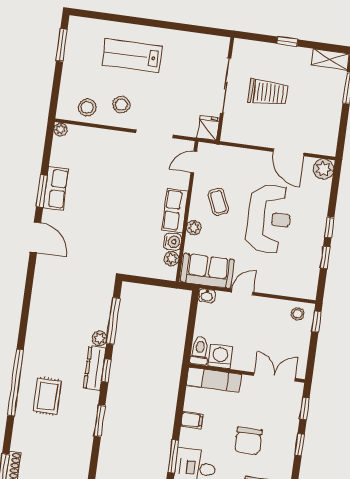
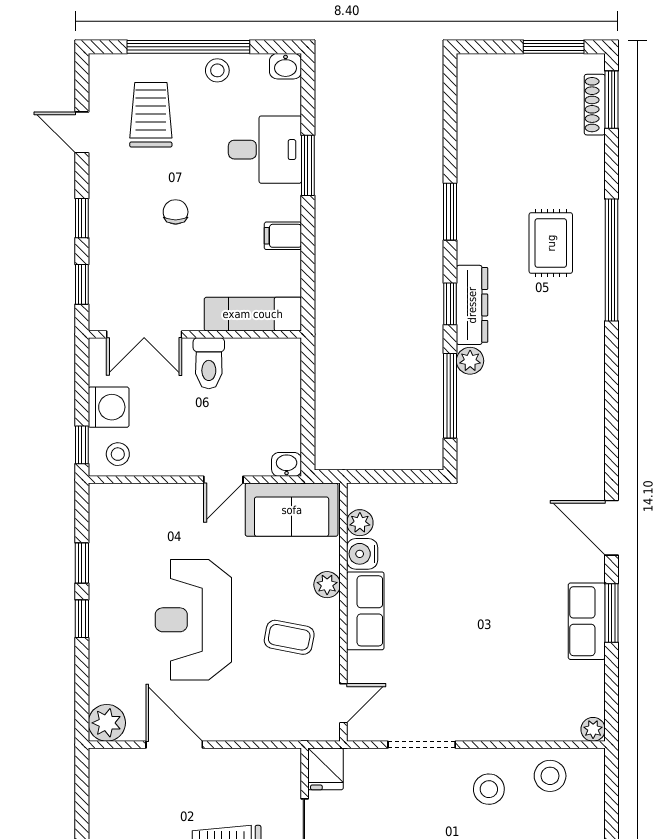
coffee table: (218, 202) -> (289, 637), turned -56
toilet: (200, 351) -> (209, 363), moved
washing machine: (220, 356) -> (109, 407), moved, turned -90
chair: (248, 441) -> (176, 212), width x0.54, depth x0.54

